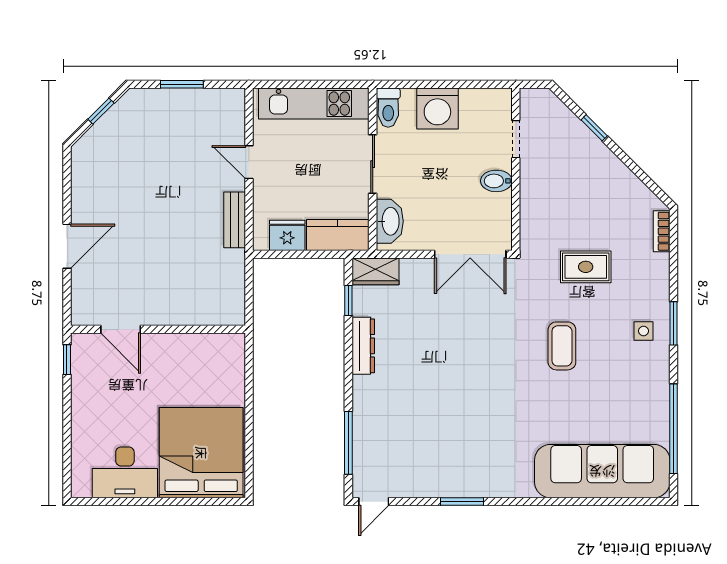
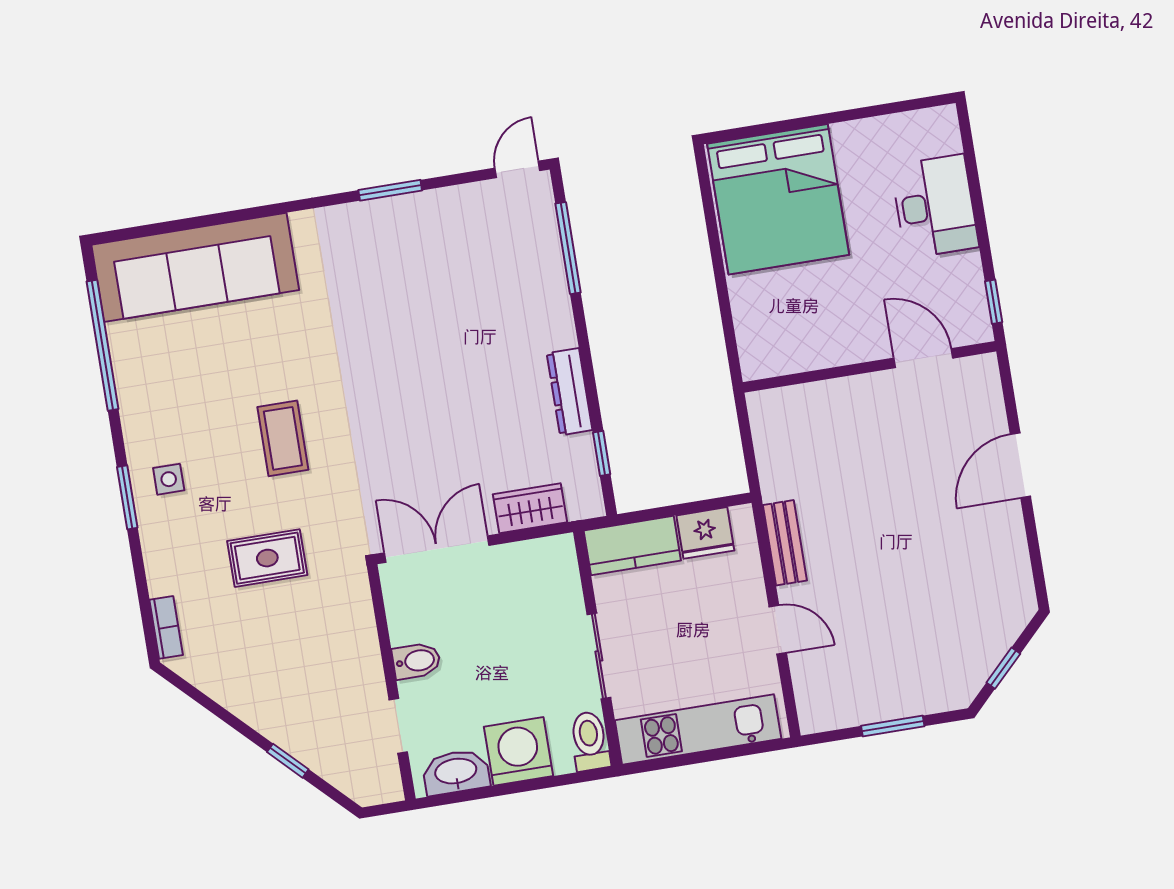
washbasin: (390, 221) -> (456, 772), moved, turned 90
wardrobe: (375, 271) -> (530, 508), moved
desk: (125, 472) -> (935, 206), moved, turned 90

